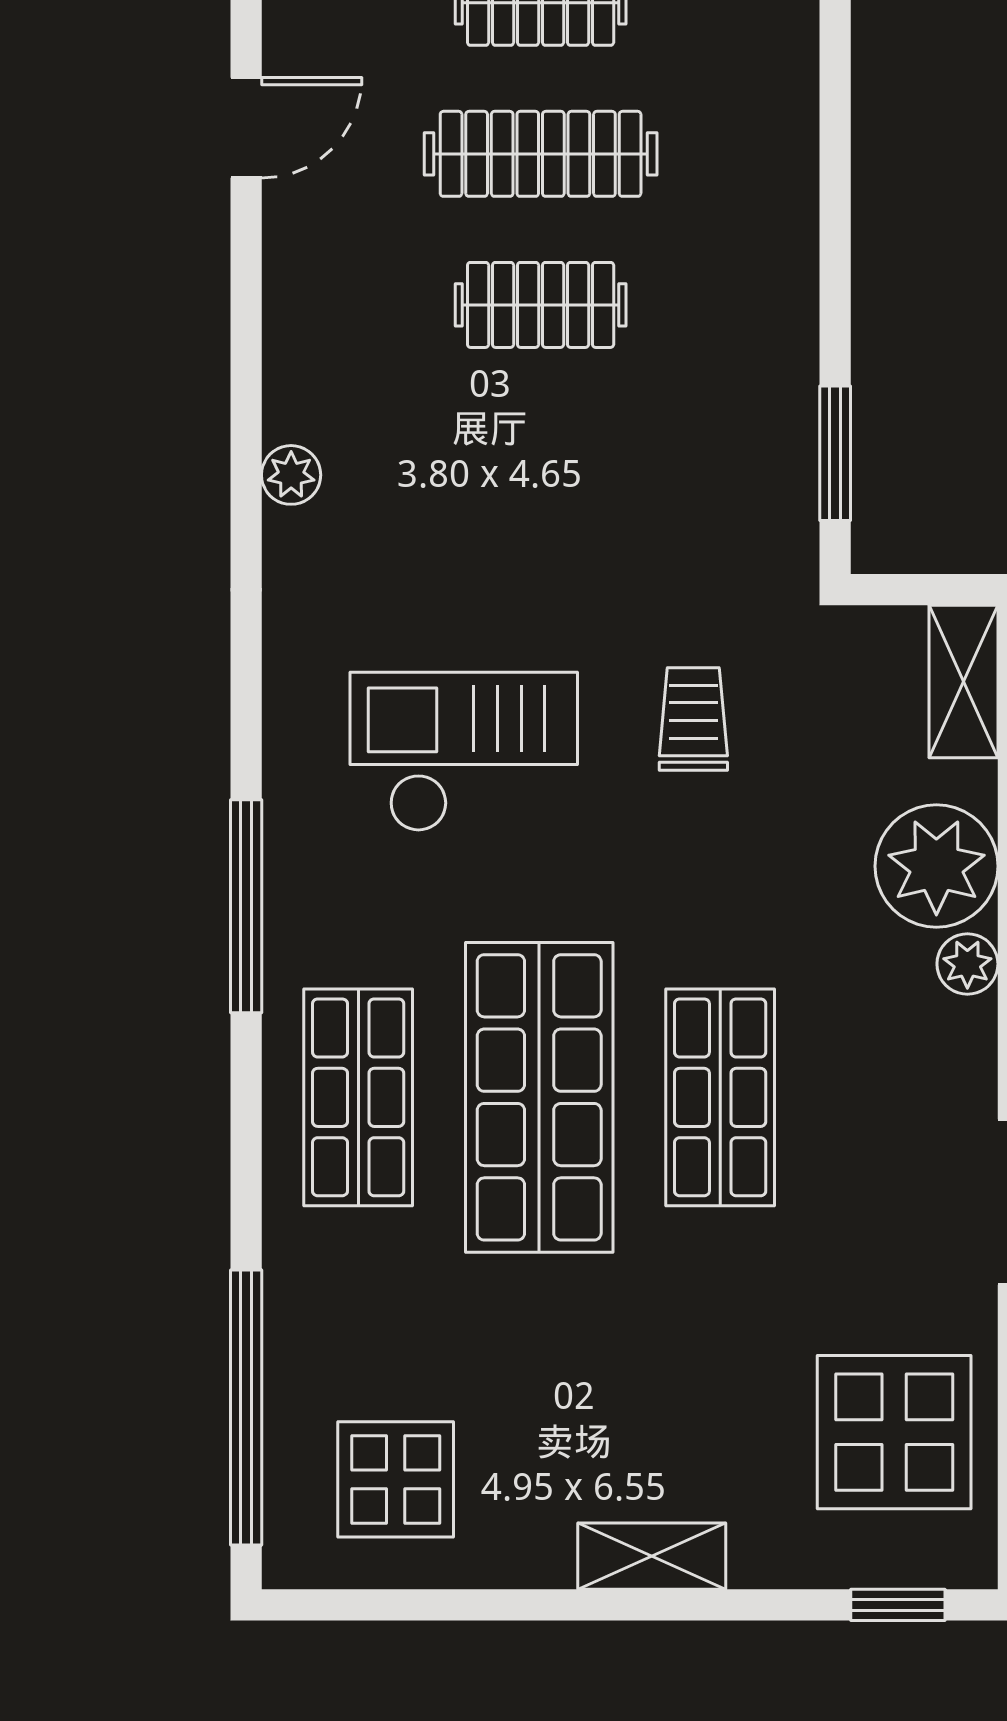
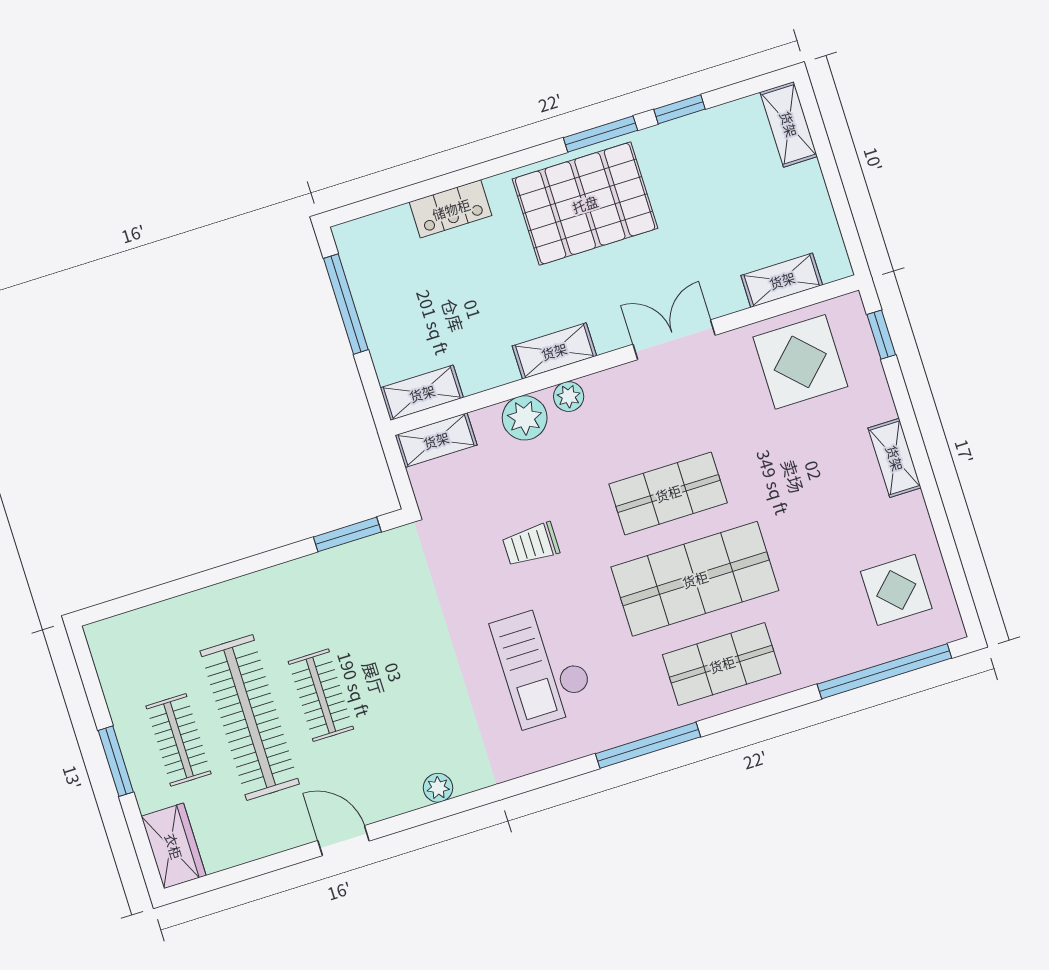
door: (246, 128) -> (344, 841), moved
clothes rail: (541, 154) -> (250, 718), width x1.37, depth x1.31
trolley: (693, 719) -> (531, 544), moved
plant: (936, 866) -> (525, 418), width x0.73, depth x0.73

